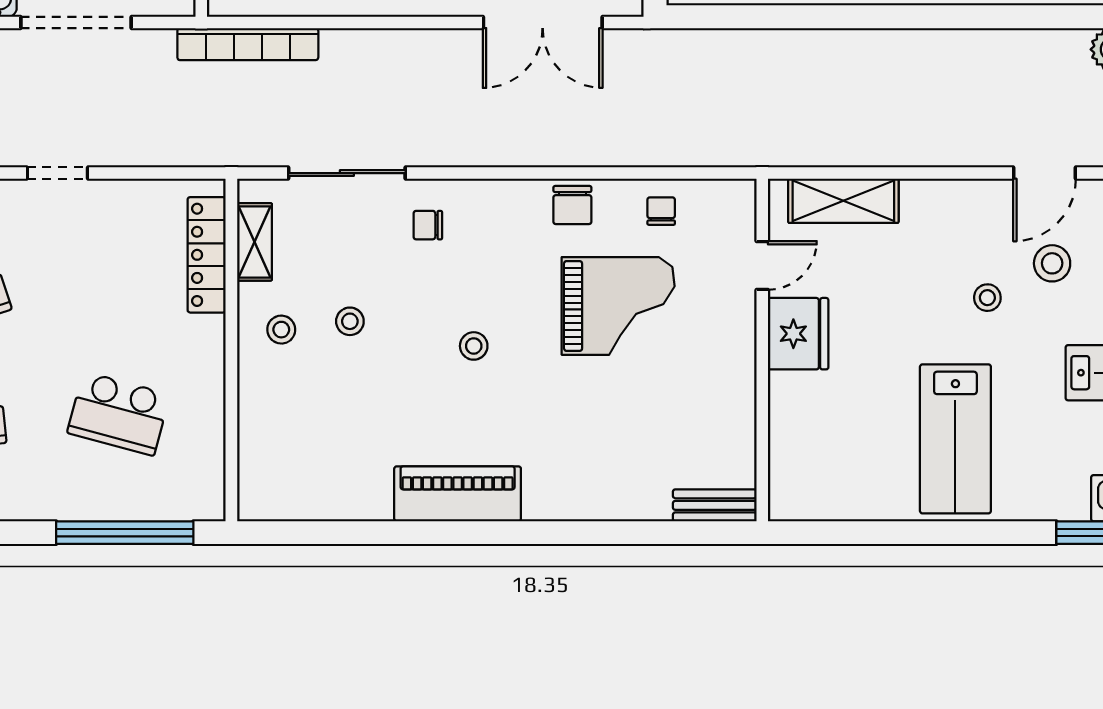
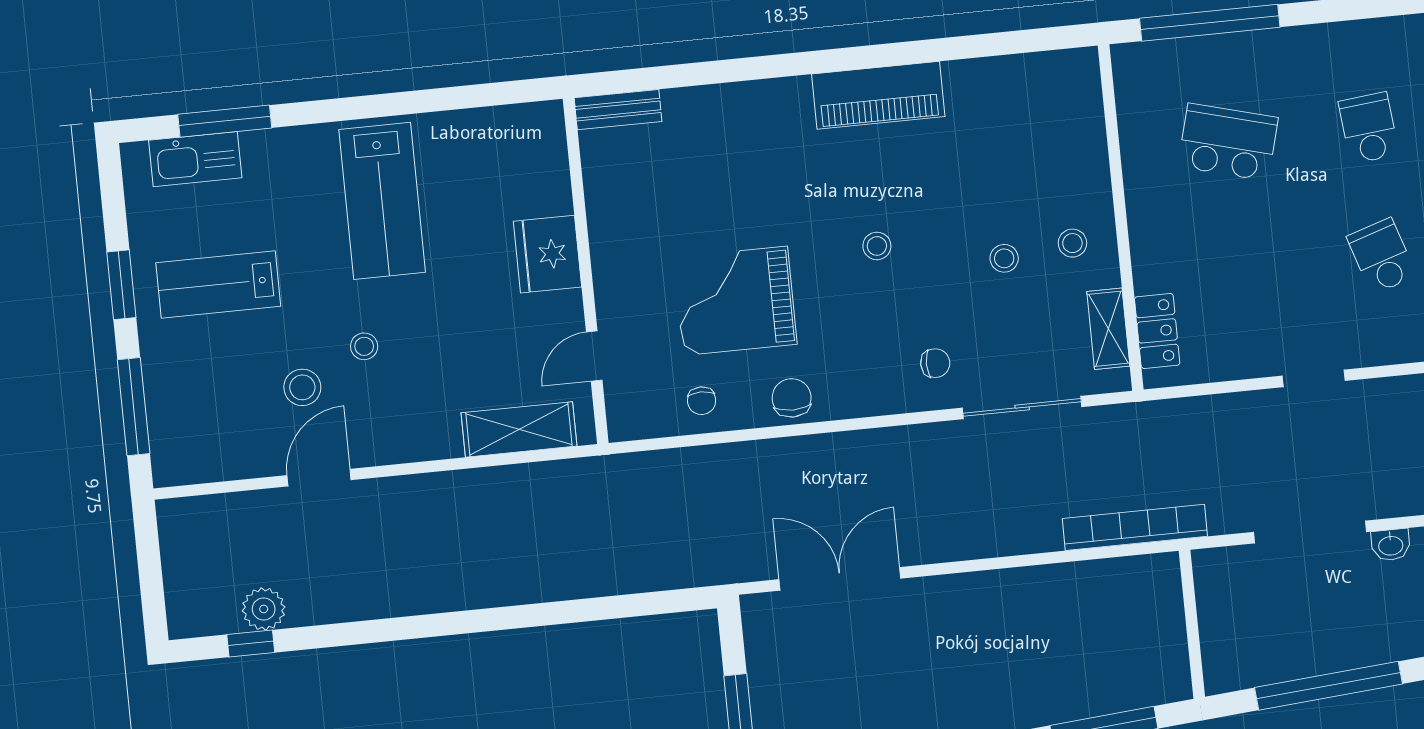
locker: (207, 255) -> (1157, 331), width x0.66
fridge: (798, 334) -> (547, 254), moved
lab bench: (955, 439) -> (382, 201), turned 180

